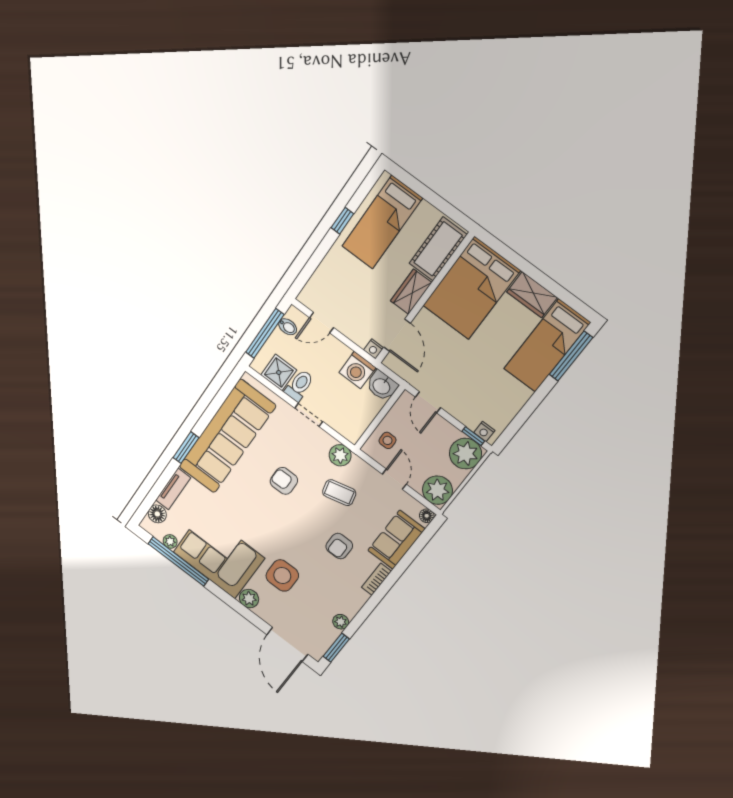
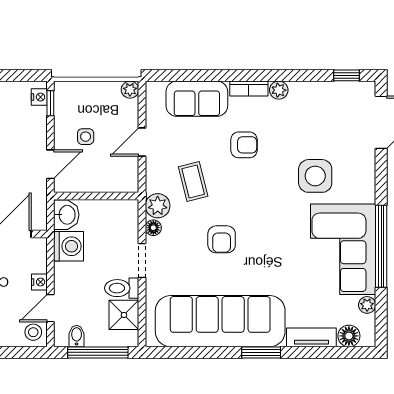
stool: (313, 297) -> (33, 332), added
door: (322, 323) -> (50, 308), swing flipped
nightstand: (374, 349) -> (39, 282), moved
side table: (387, 440) -> (86, 137), moved
plant: (465, 454) -> (71, 98), removed
plant: (437, 490) -> (130, 90), width x0.53, depth x0.53
floor lamp: (427, 516) -> (153, 228), moved
window: (178, 561) -> (381, 246), moved
plant: (249, 599) -> (364, 191), removed
plant: (341, 622) -> (279, 90), moved
window: (336, 648) -> (347, 75), width x0.67

